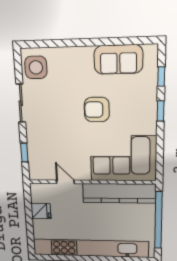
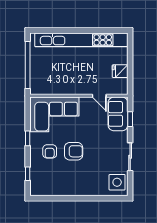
sofa: (118, 59) -> (118, 114), moved, turned -90
armchair: (130, 109) -> (50, 151), added
window: (161, 111) -> (28, 138), moved
kitchen counter: (119, 193) -> (58, 87), removed

